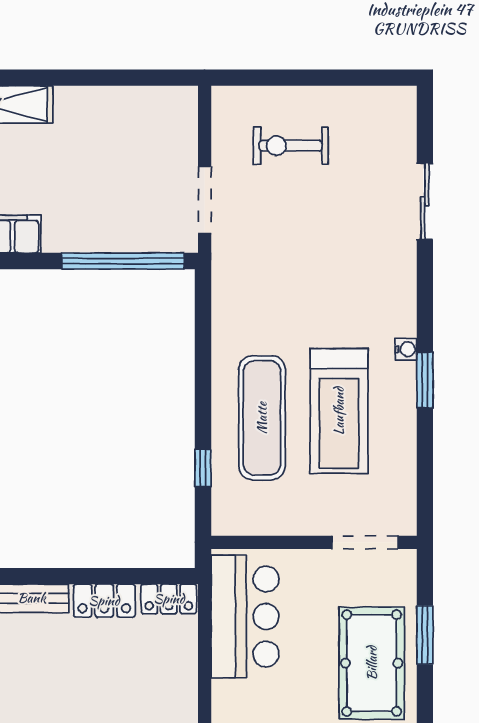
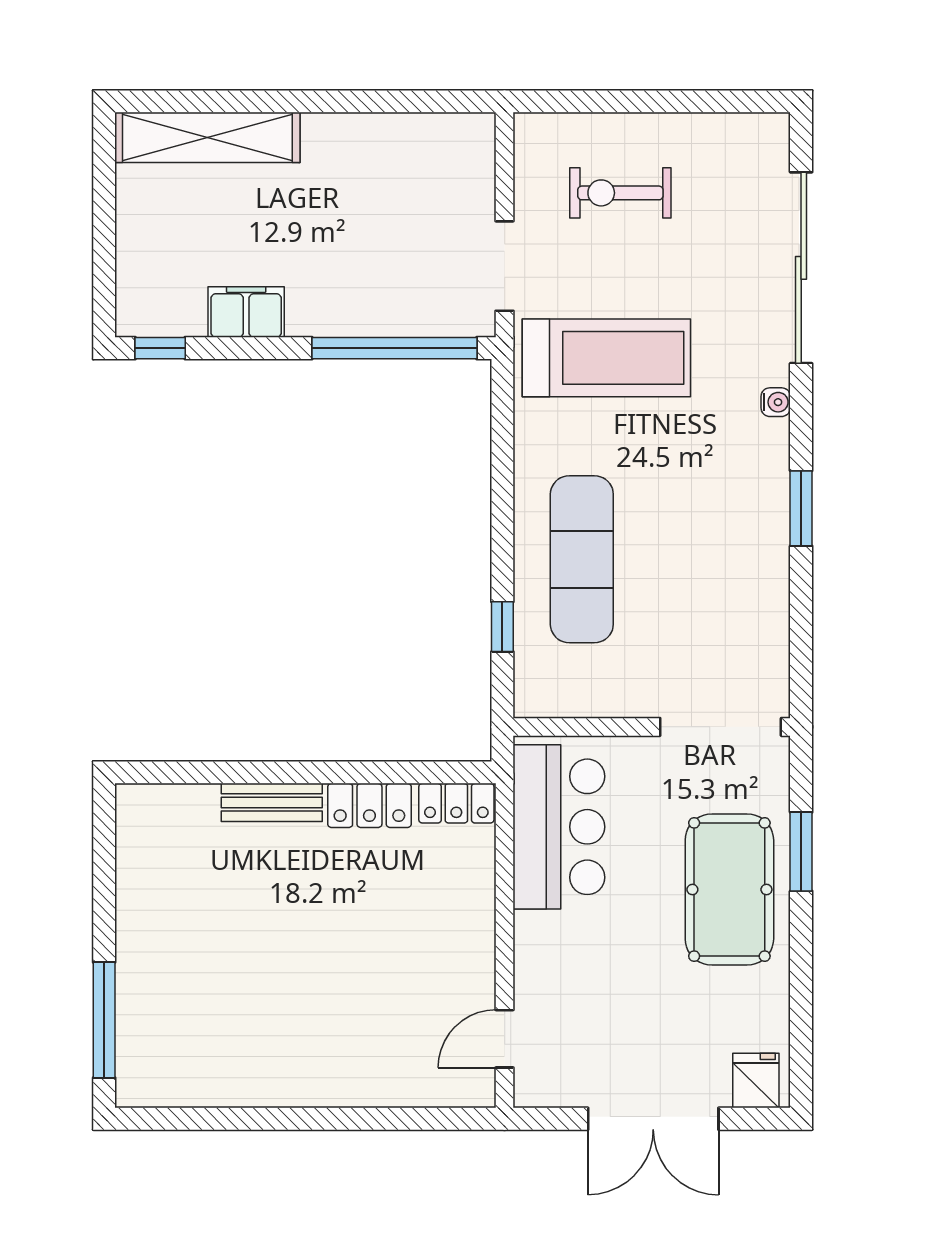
sliding door: (425, 201) -> (801, 268), width x1.86
water cooler: (406, 349) -> (776, 402), moved
treadmill: (339, 411) -> (606, 358), moved, turned -90
doorway: (365, 542) -> (721, 727), width x1.36

